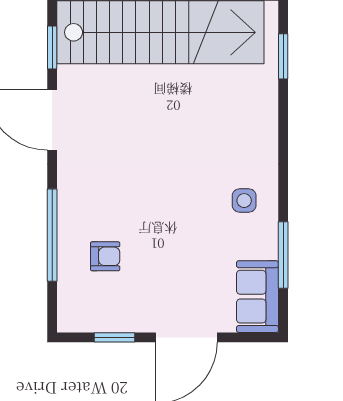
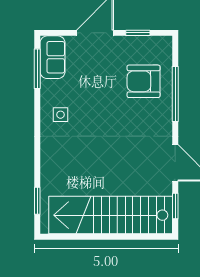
window: (283, 255) -> (37, 69), moved
armchair: (105, 256) -> (144, 81), width x1.88, depth x1.88

